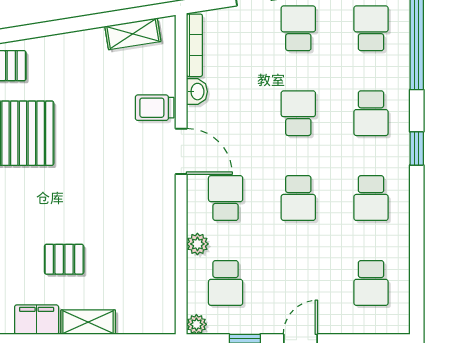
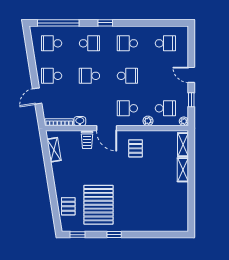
door: (181, 151) -> (107, 128), swing flipped
school desk: (371, 198) -> (127, 43), turned 180
pallet: (64, 259) -> (135, 148), moved
filing cabinet: (37, 320) -> (182, 193), removed
shelving: (144, 322) -> (183, 145), added

